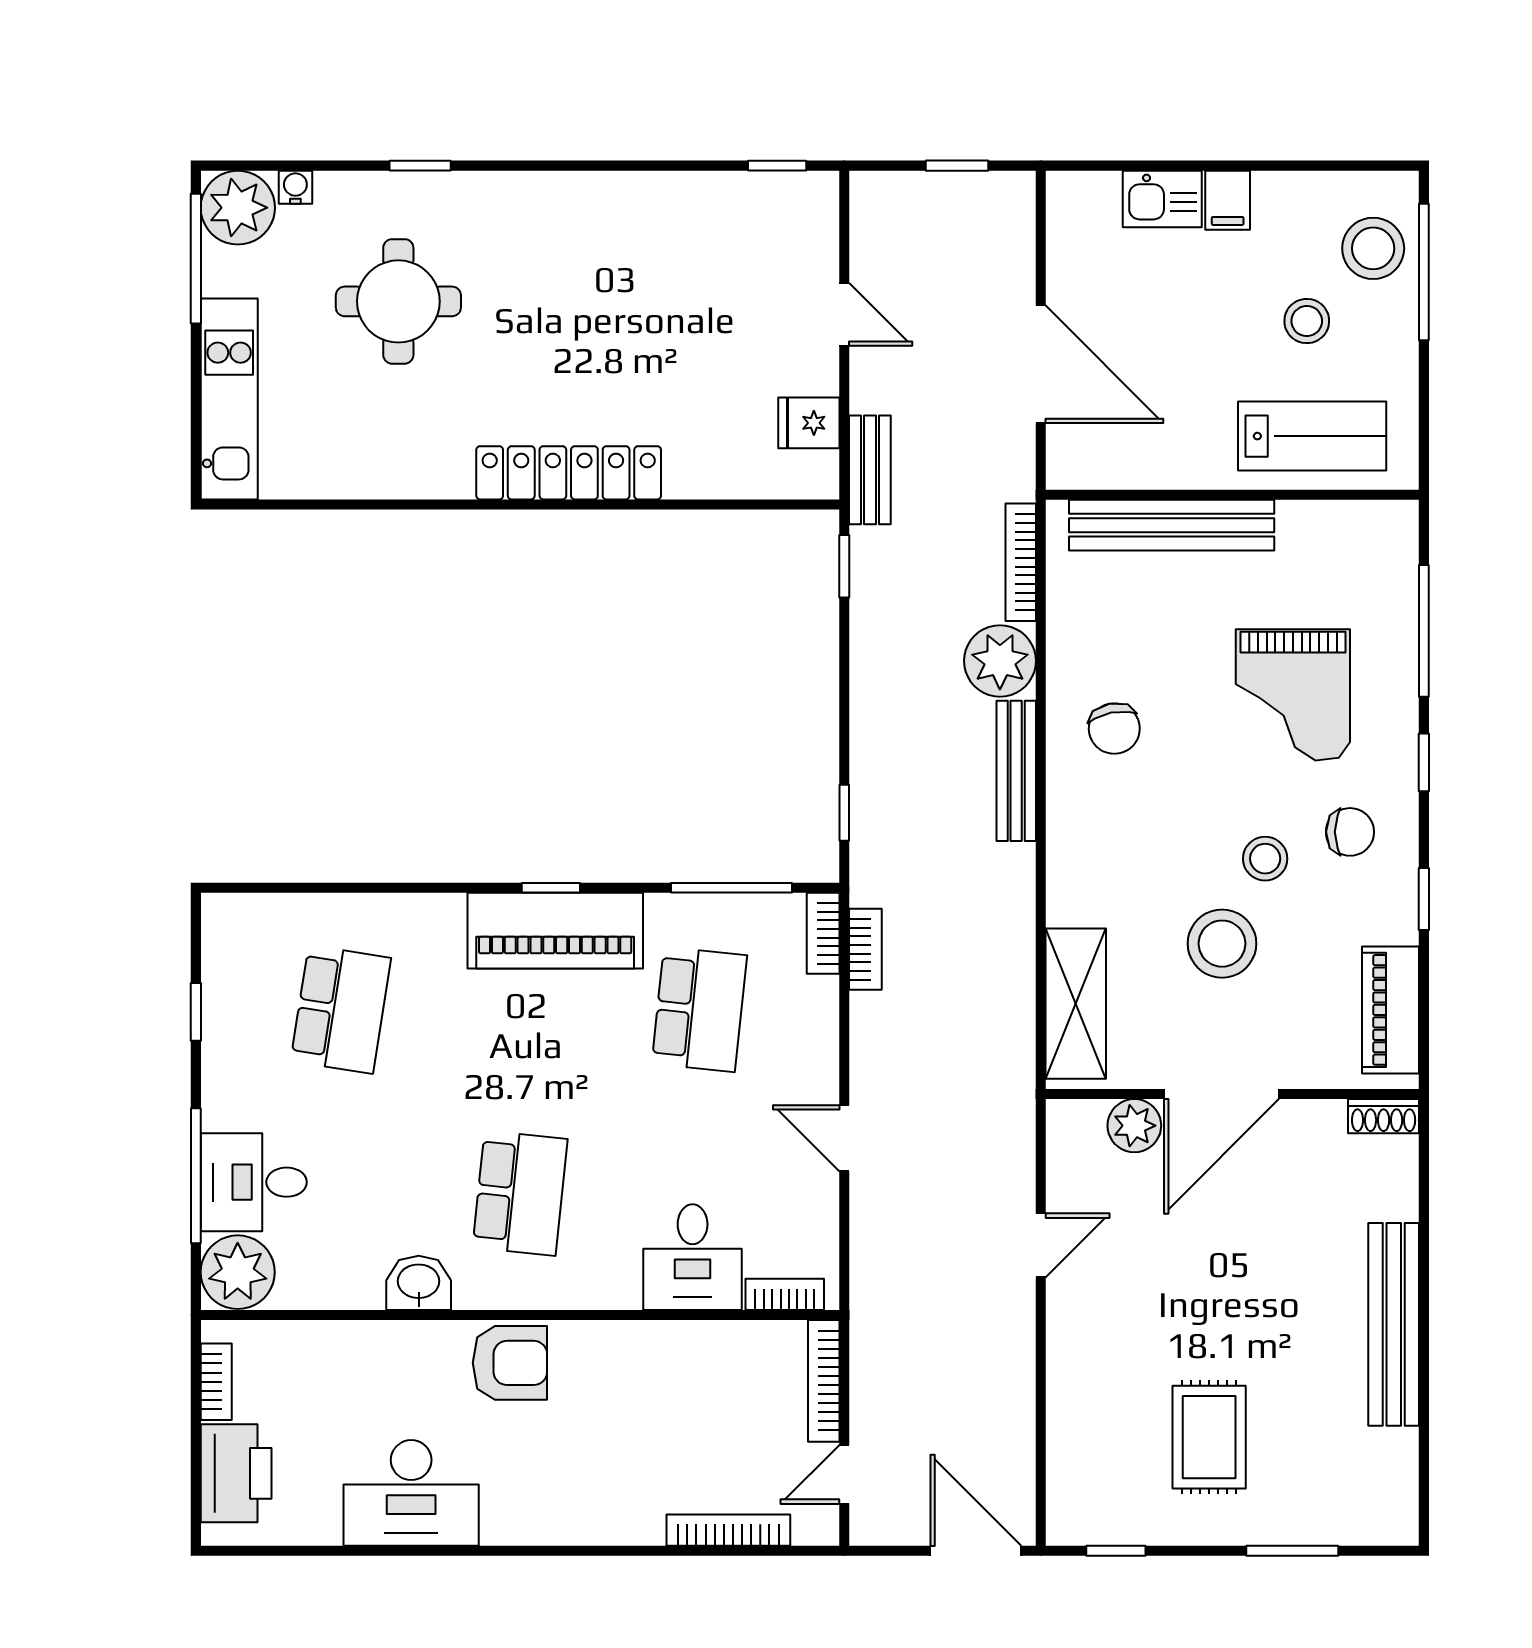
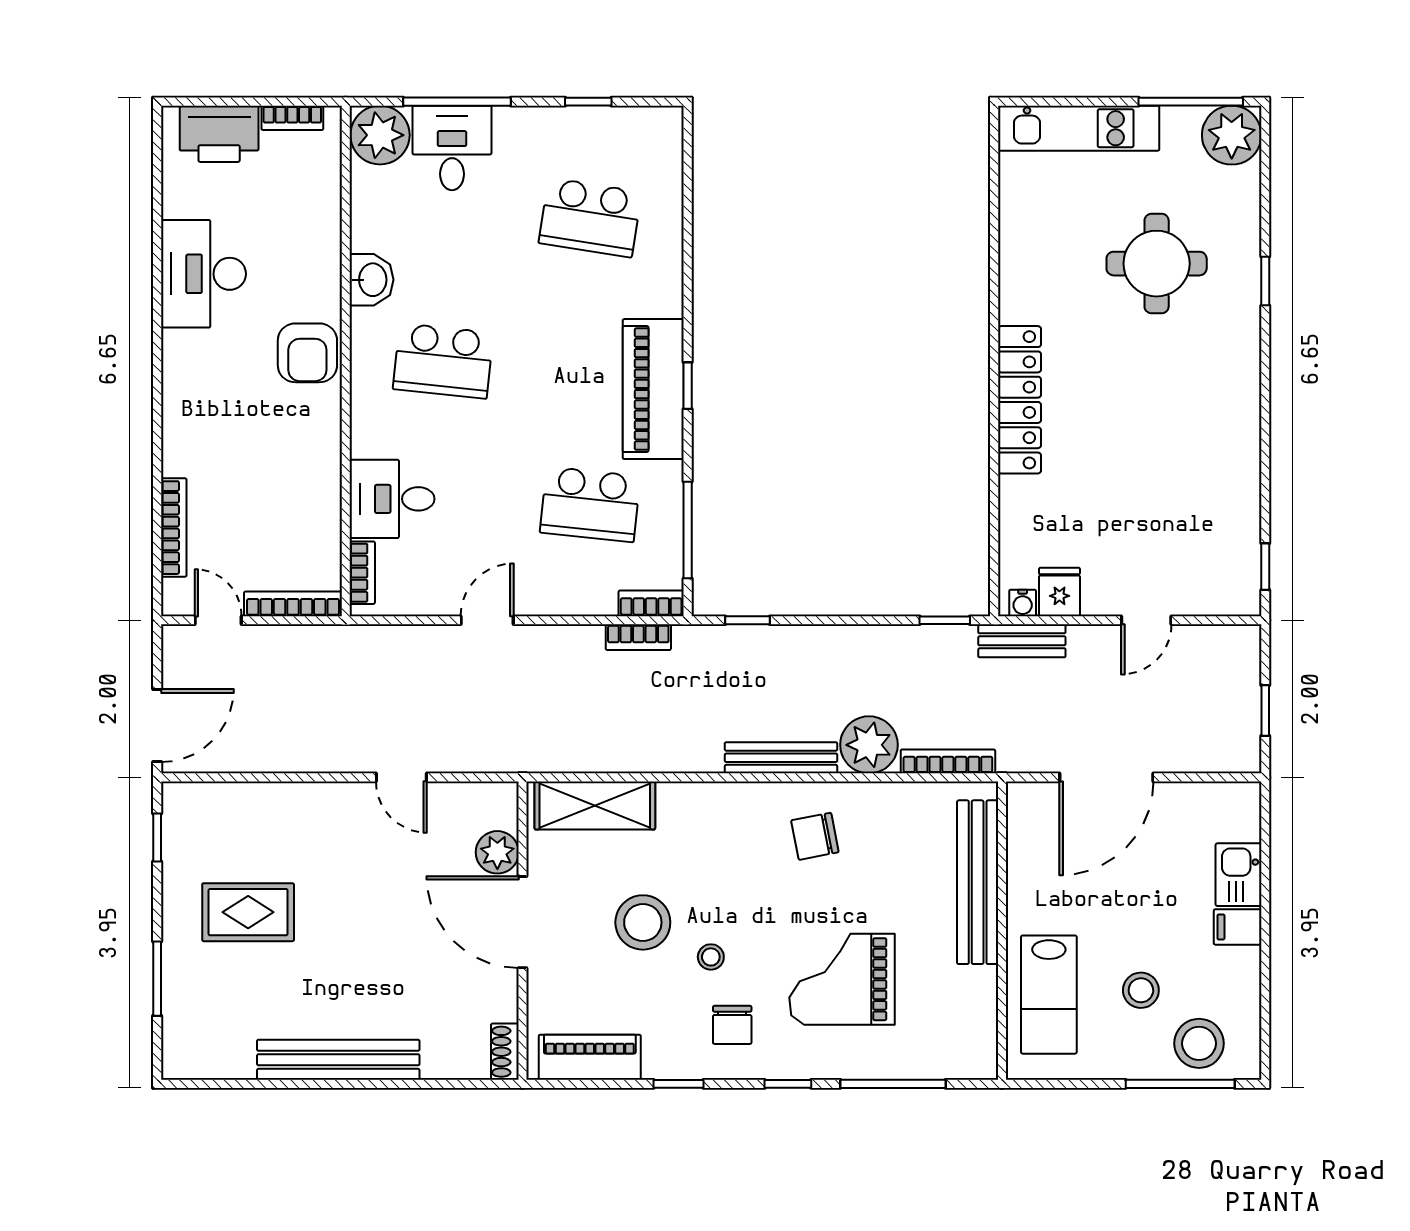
water cooler: (295, 187) -> (1023, 603), moved, turned 90
stool: (1265, 859) -> (711, 957), width x0.73, depth x0.73

